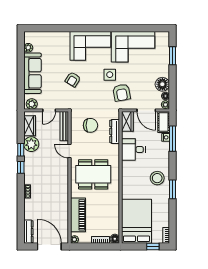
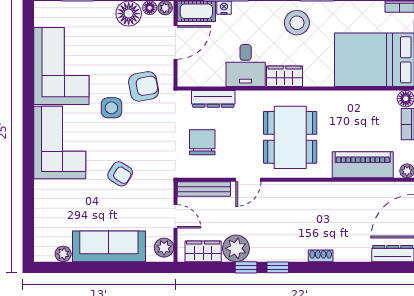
wardrobe: (127, 121) -> (284, 76), moved

